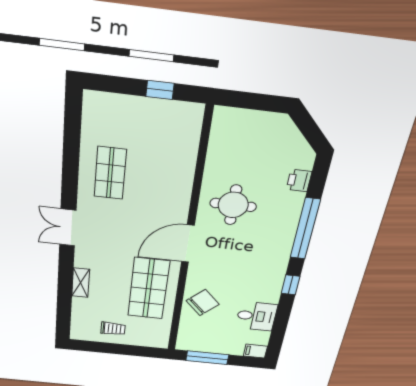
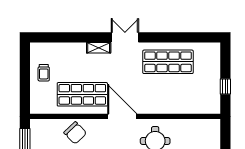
shop shelf: (110, 173) -> (168, 62), width x1.43, depth x1.36
shelving: (81, 283) -> (99, 48), moved

